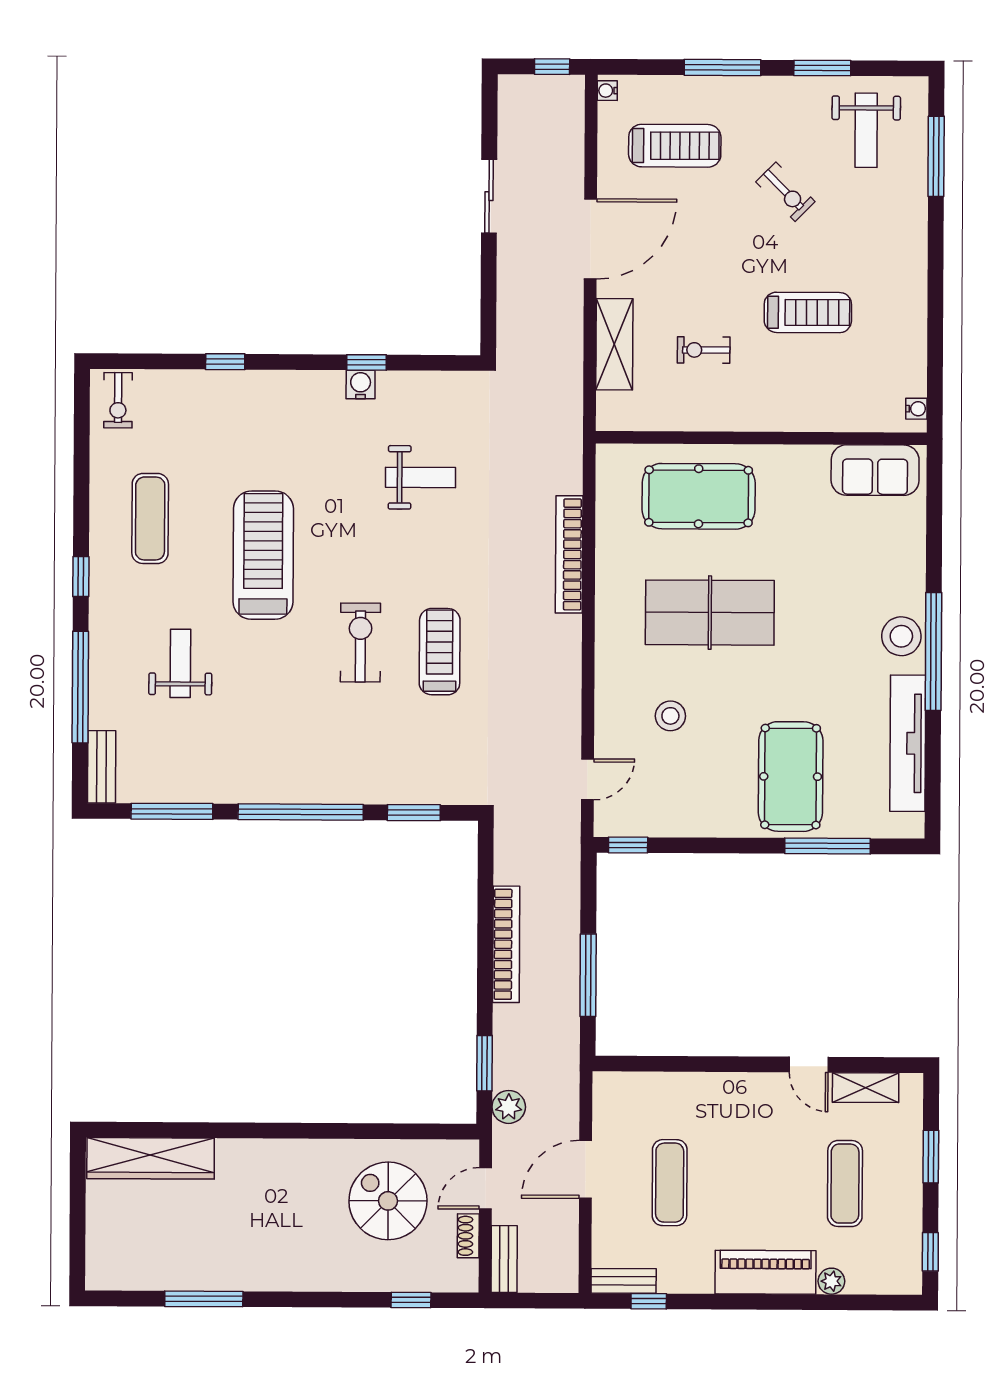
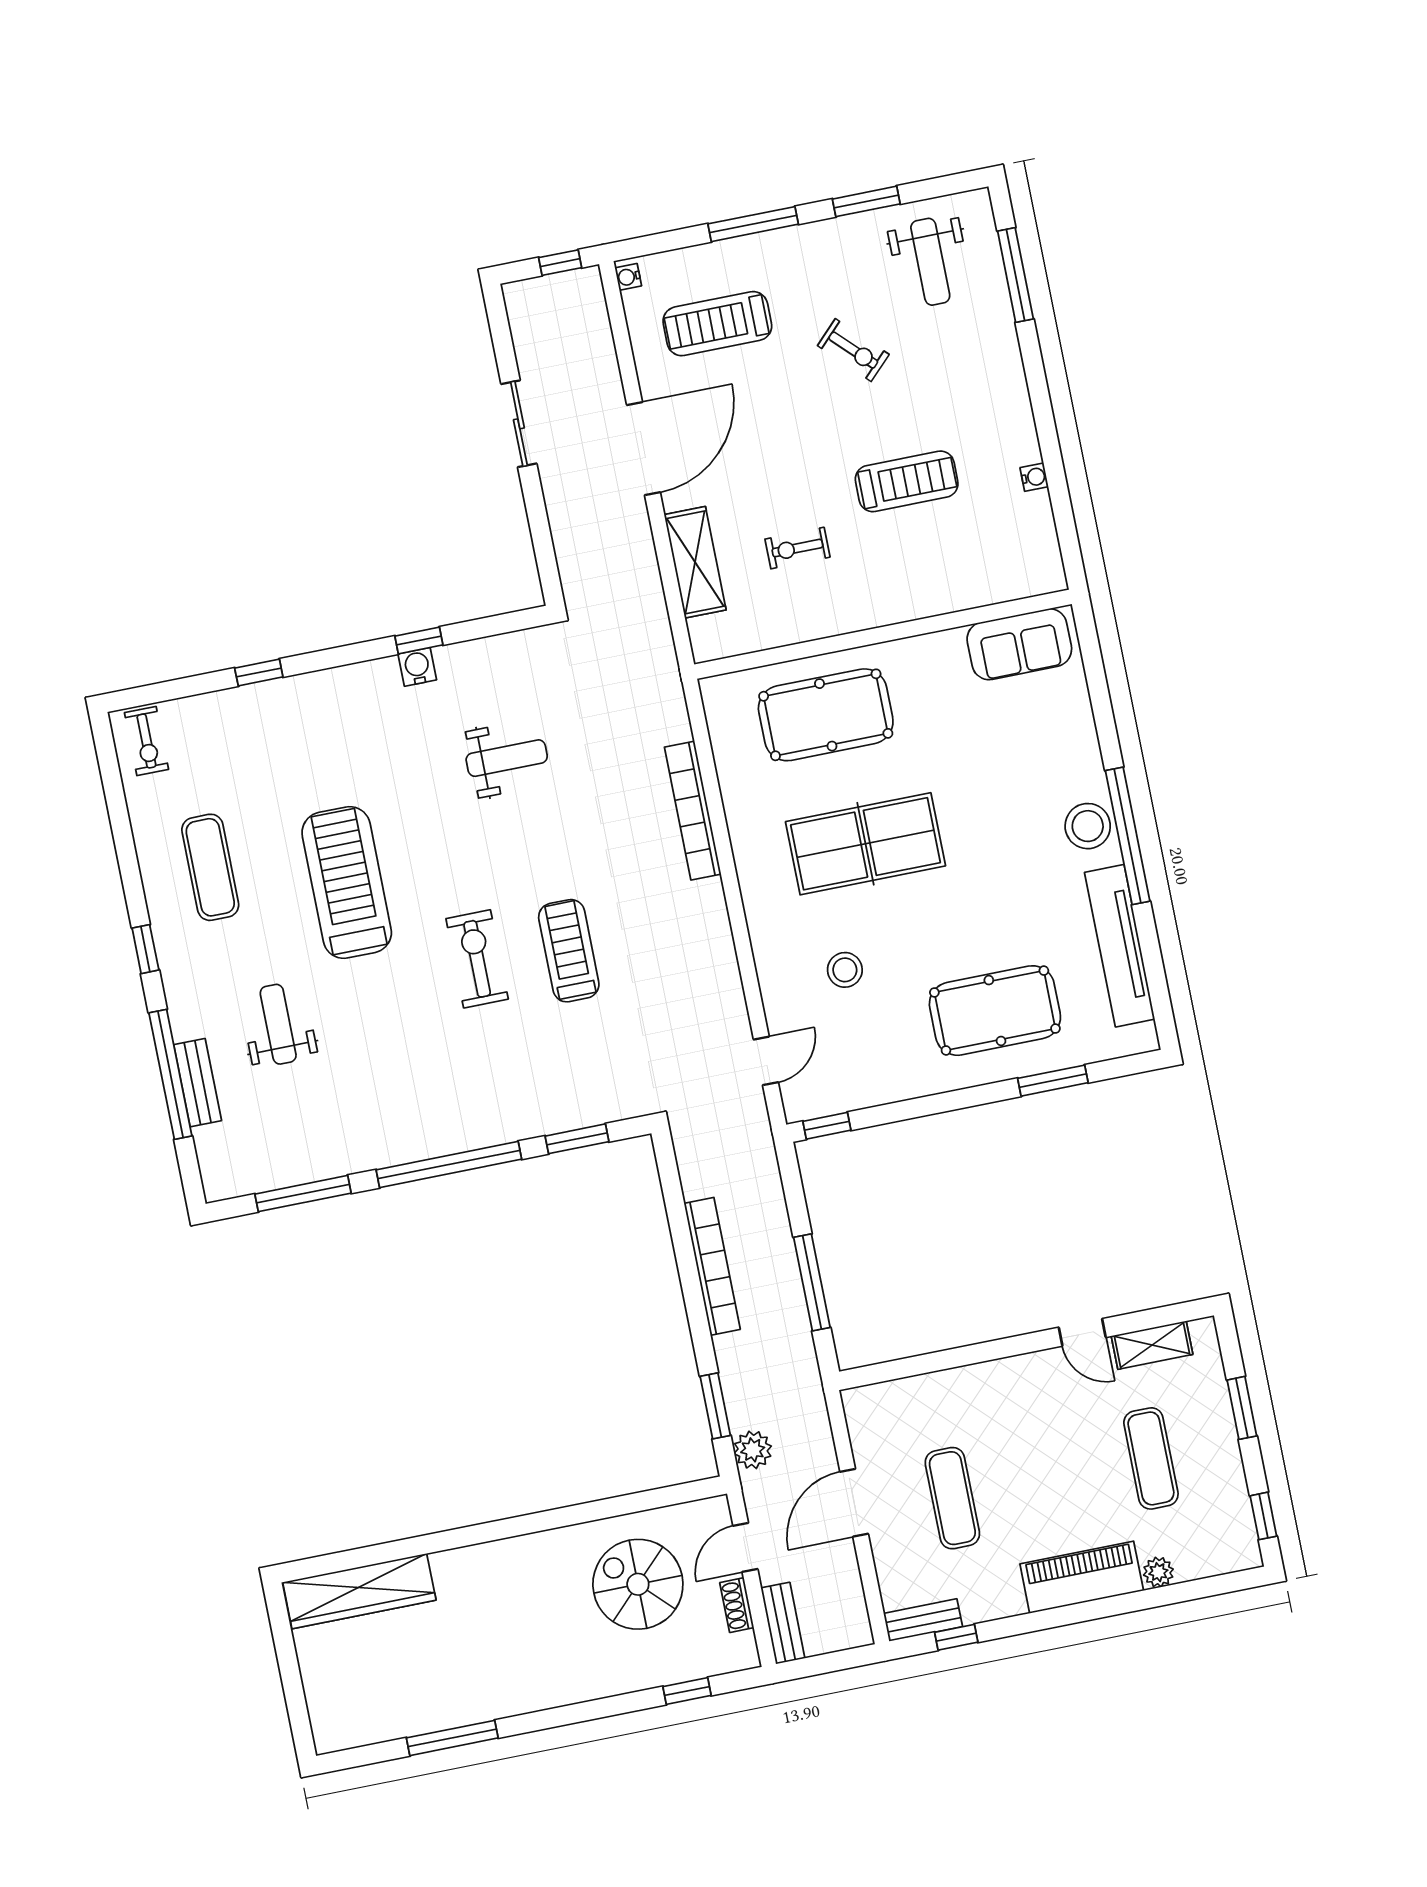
treadmill: (675, 146) -> (717, 324), turned 180
water cooler: (916, 409) -> (1034, 477), moved
bench: (102, 767) -> (198, 1083), moved
pool table: (791, 777) -> (995, 1011), turned 90
window: (828, 846) -> (1053, 1081), width x0.69

